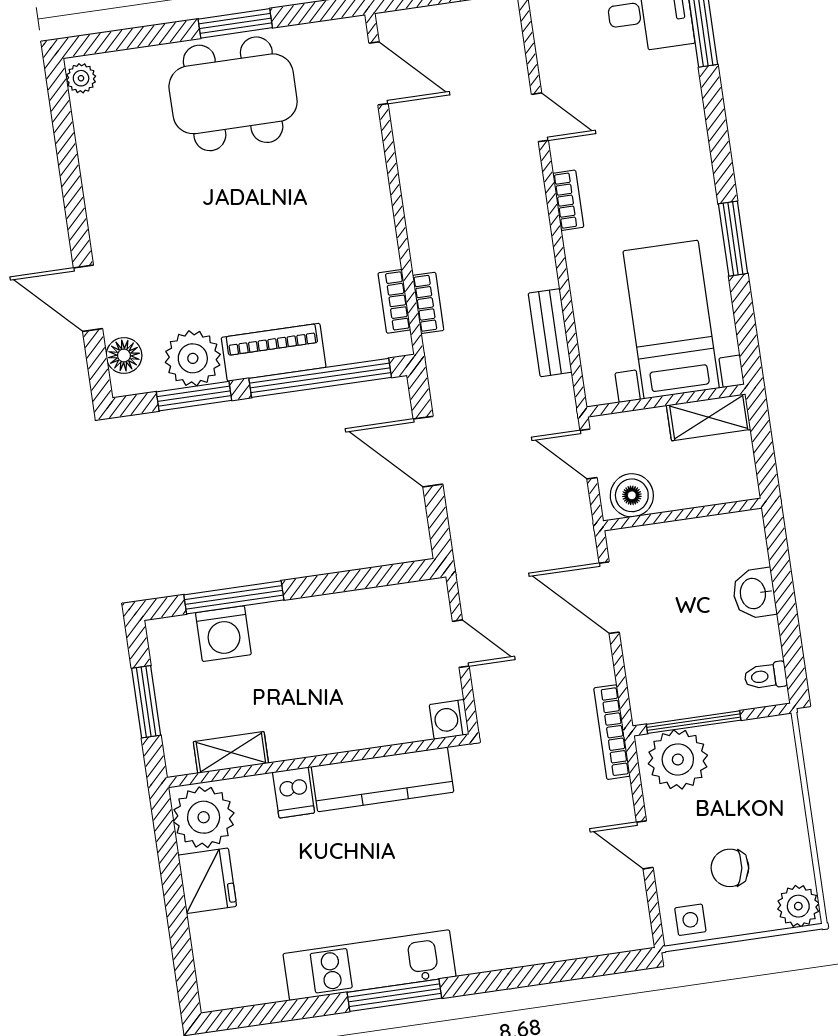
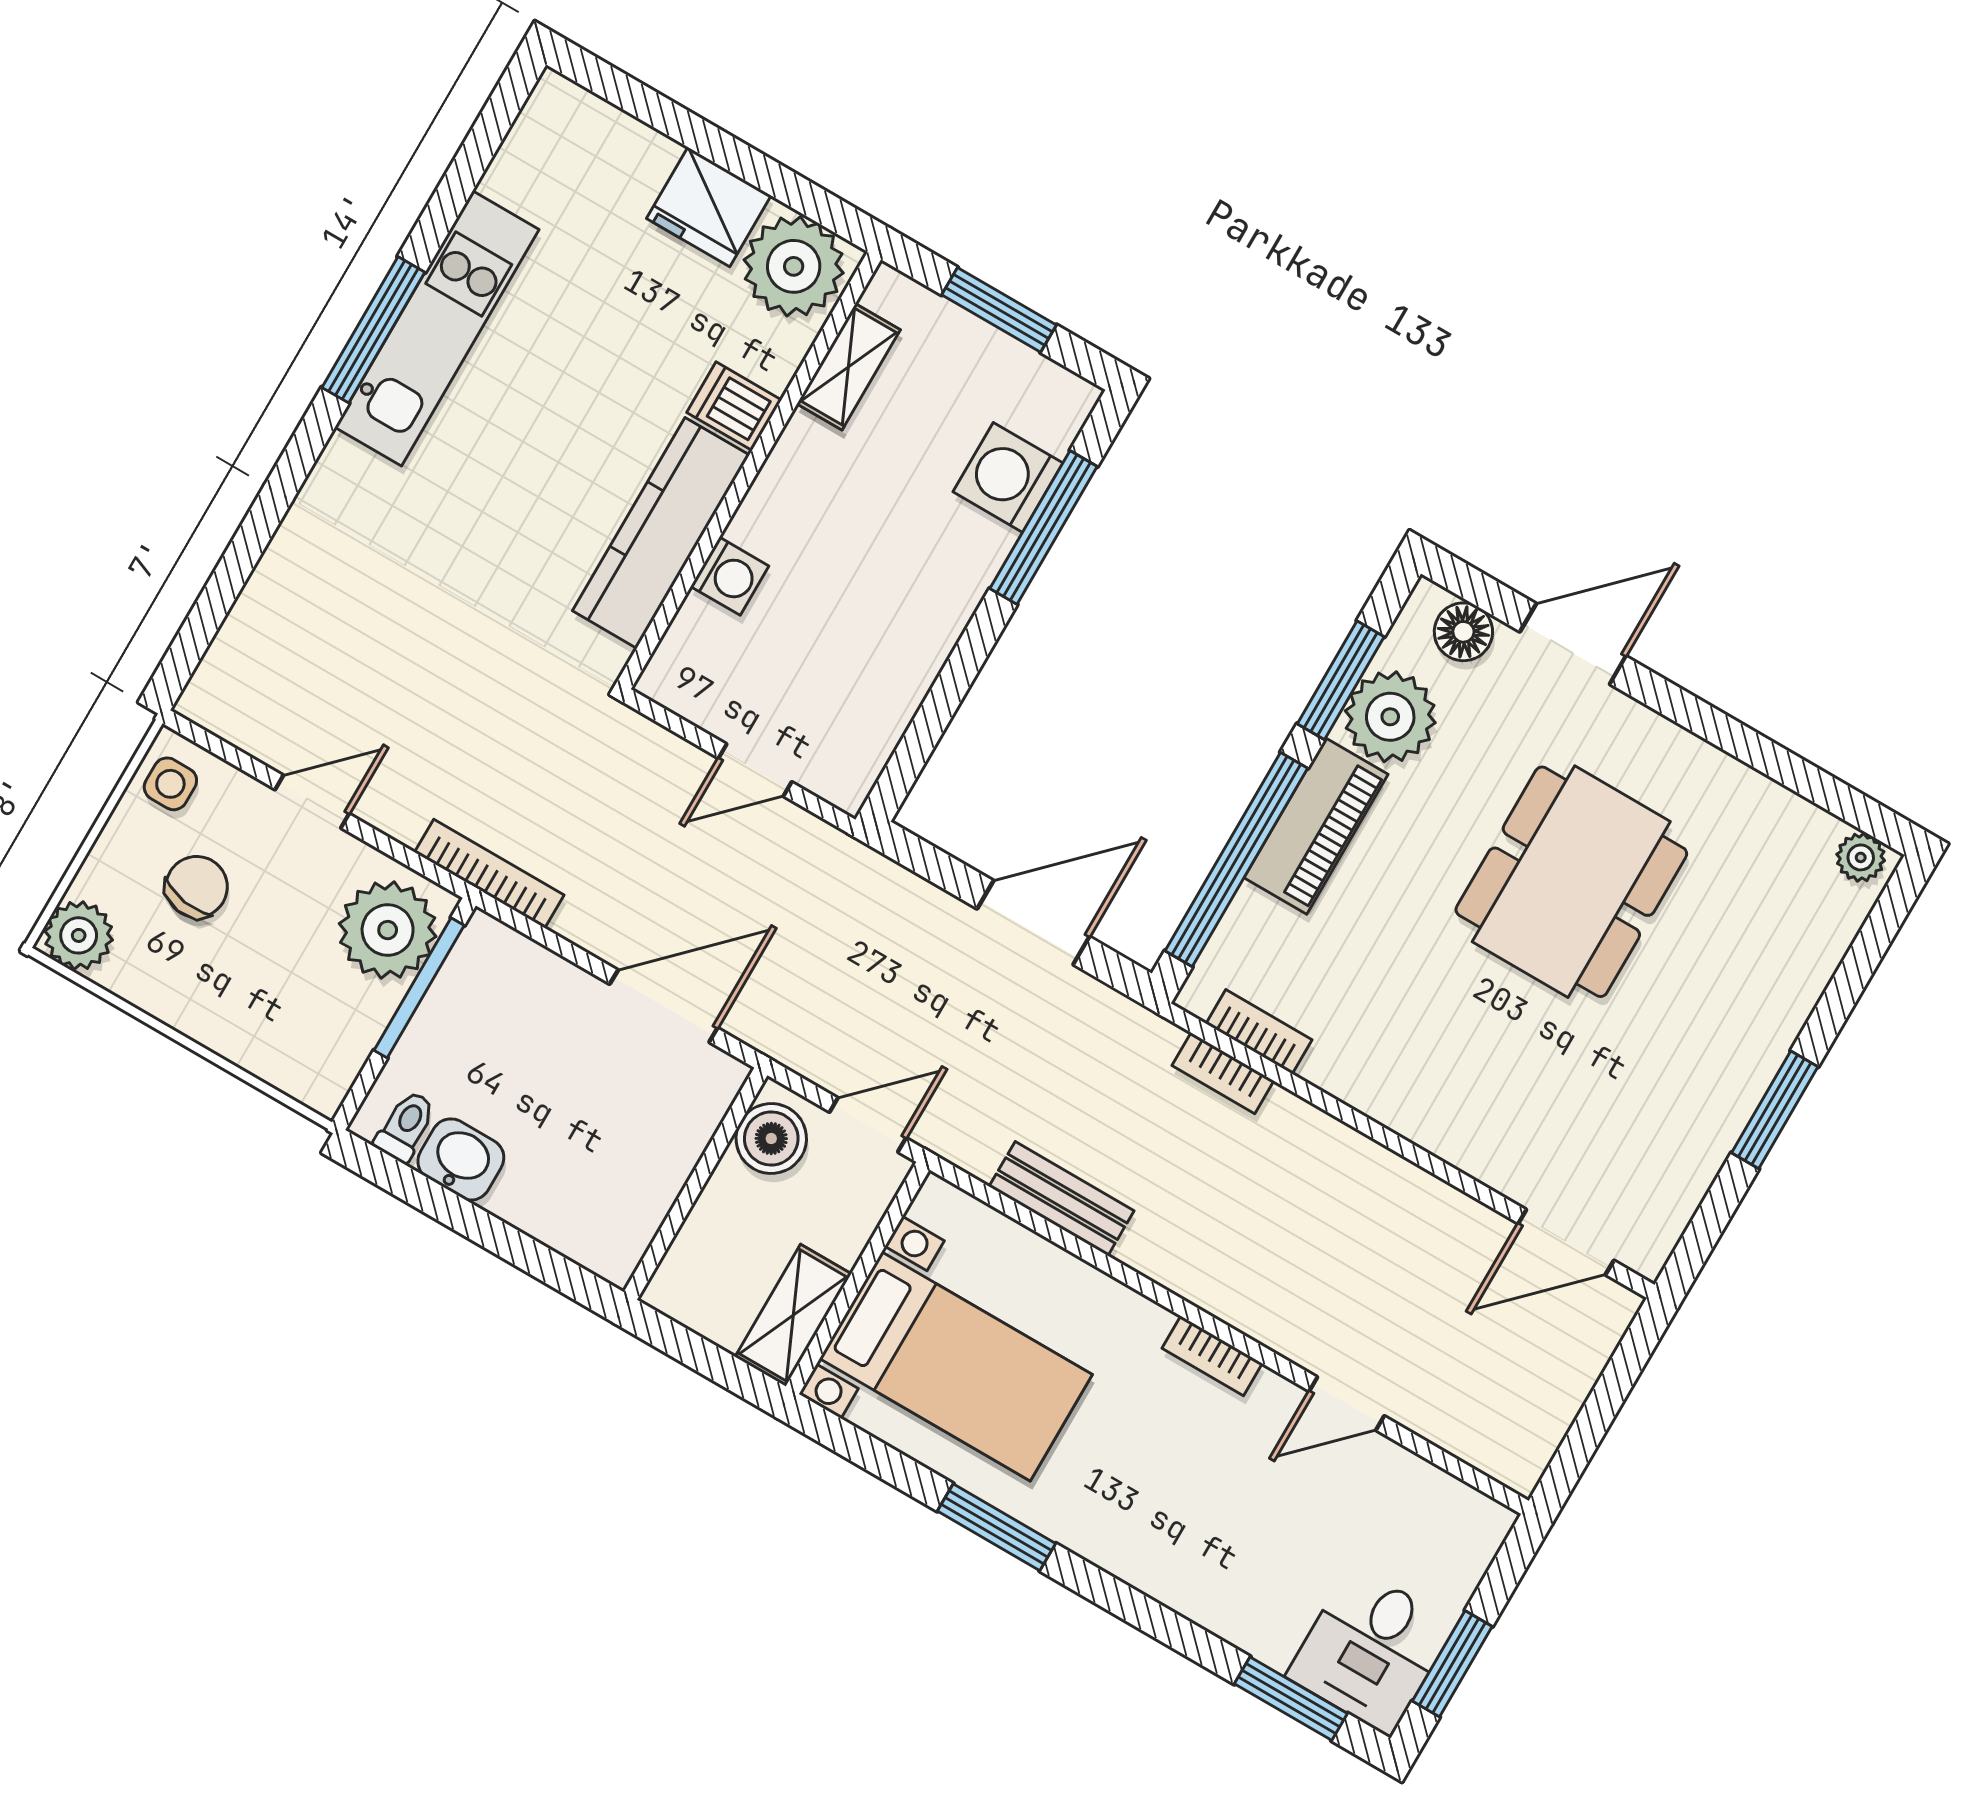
dining table: (233, 94) -> (1571, 882), moved
washbasin: (754, 593) -> (461, 1159), moved
washing machine: (449, 719) -> (730, 576), moved, turned 90

